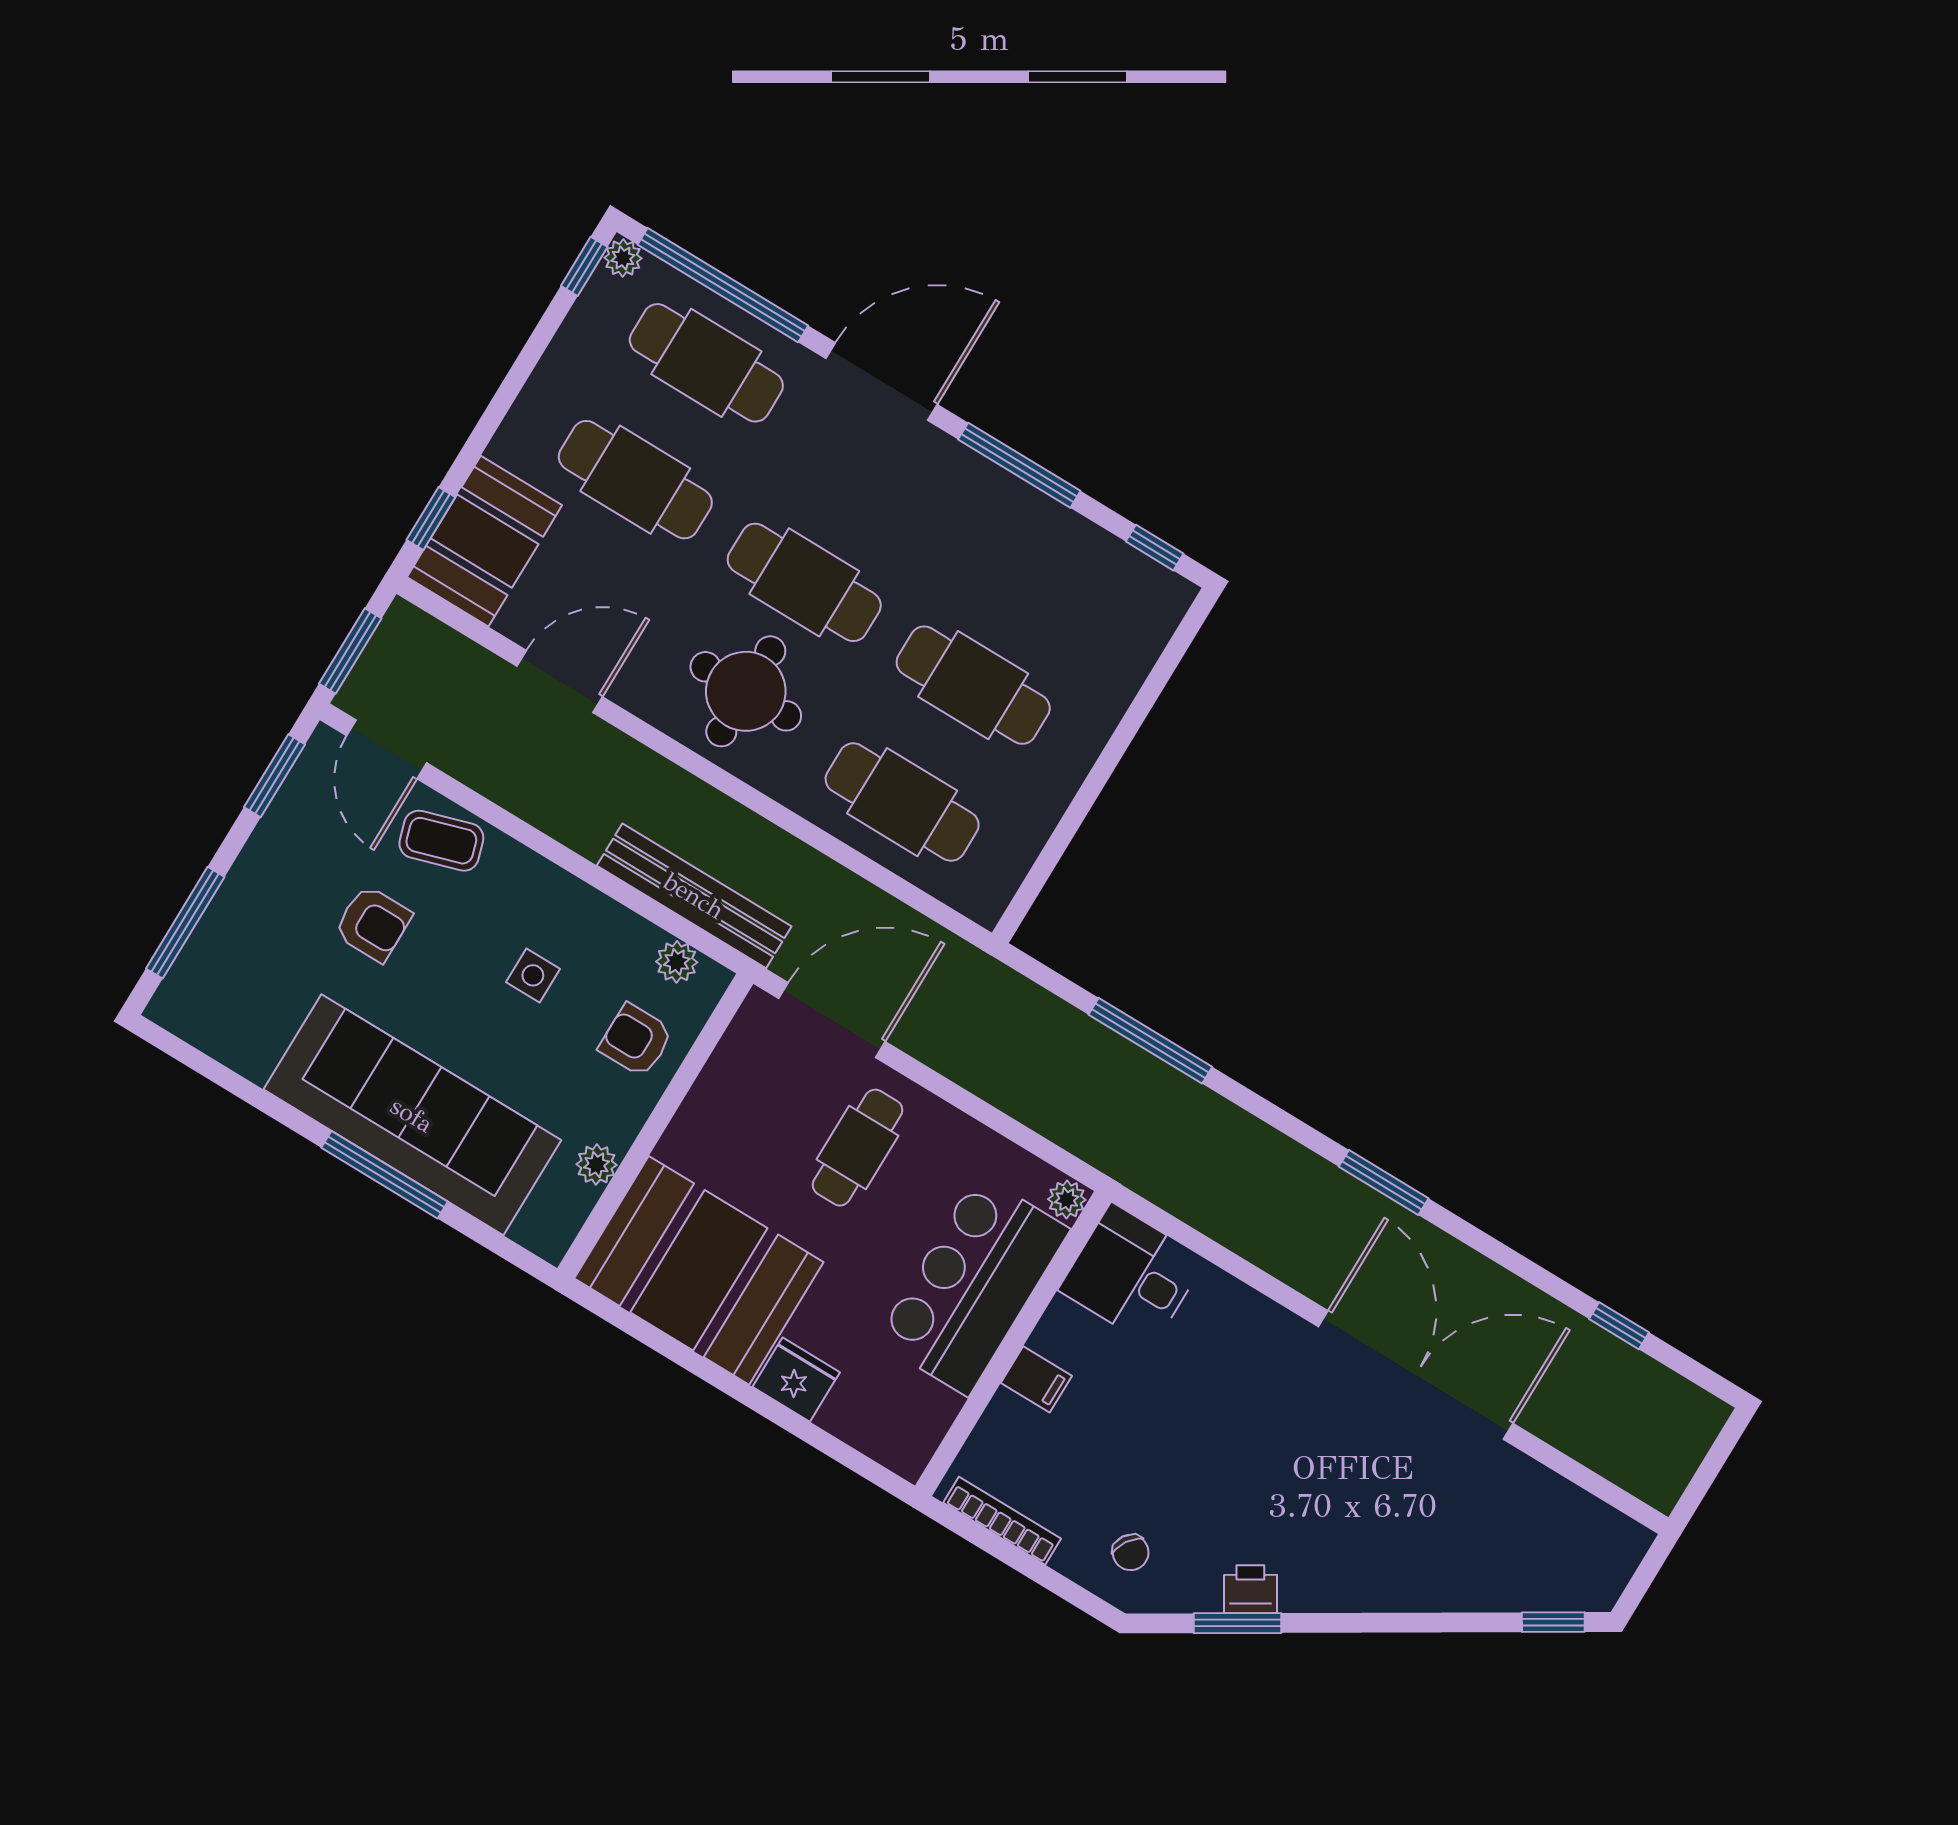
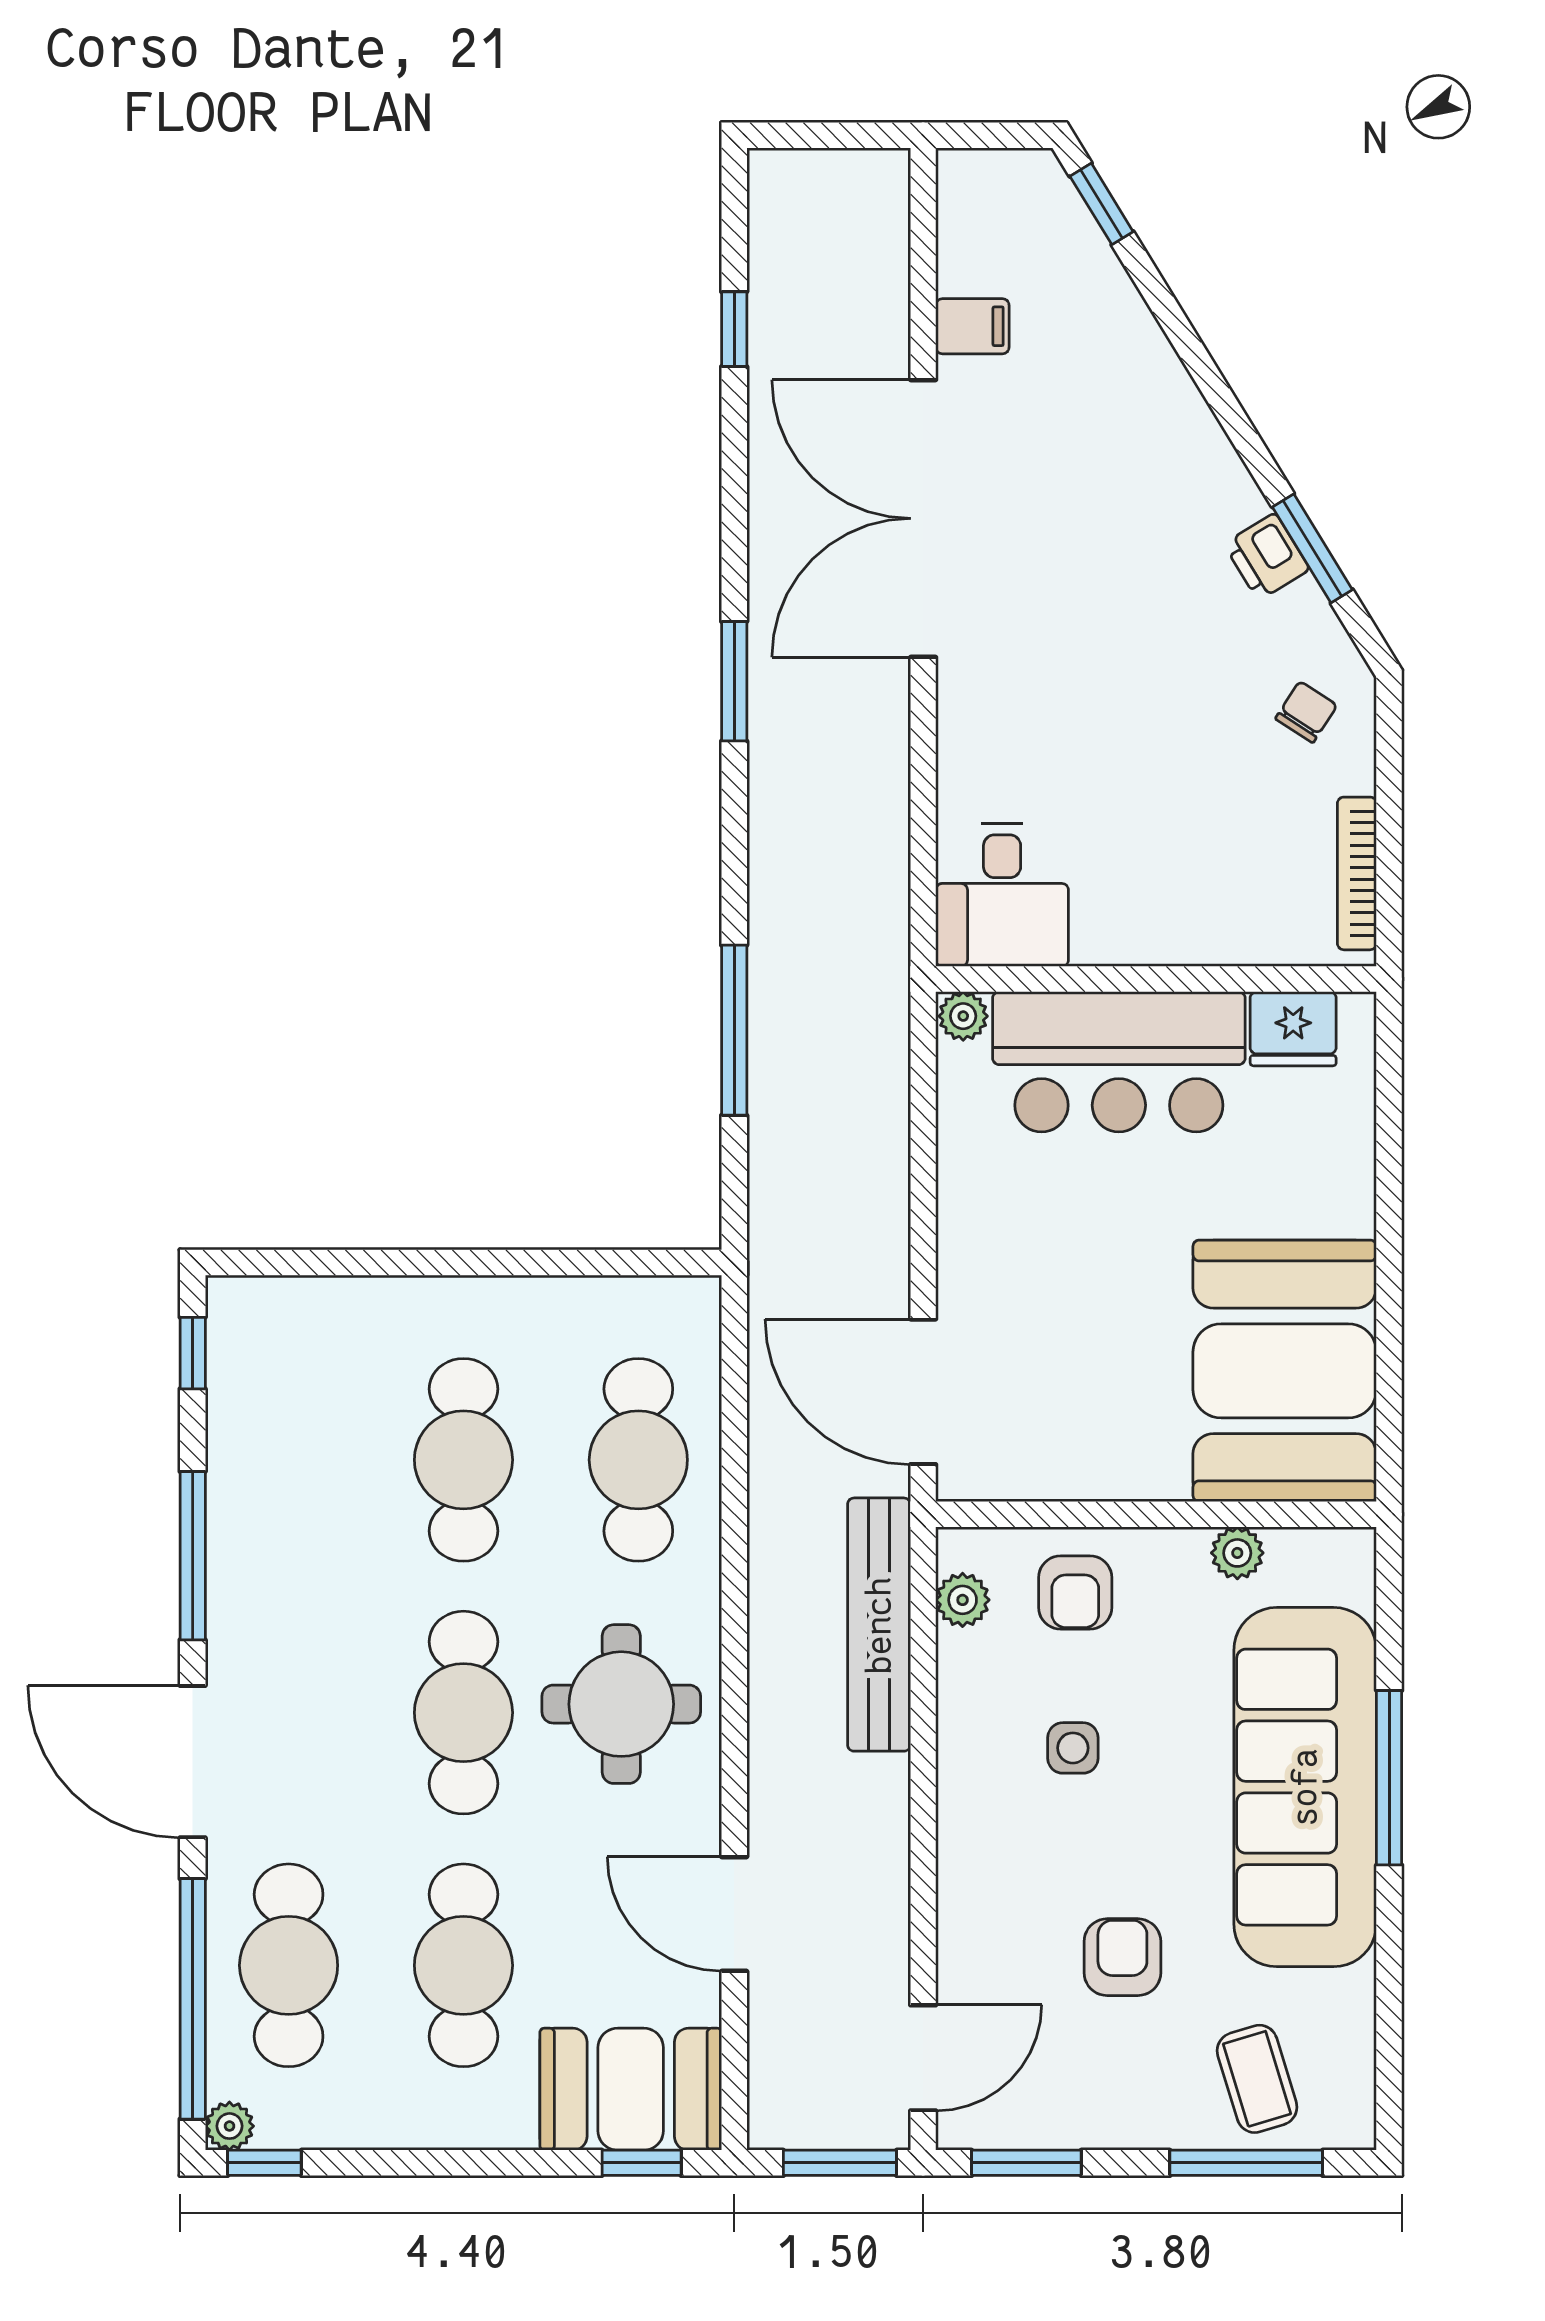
coffee table: (441, 841) -> (1257, 2079), moved
cafe table: (858, 1148) -> (1045, 1279), removed
filing cabinet: (1036, 1379) -> (972, 326), moved, turned 90
fridge: (796, 1380) -> (1293, 1029), moved, turned -90

